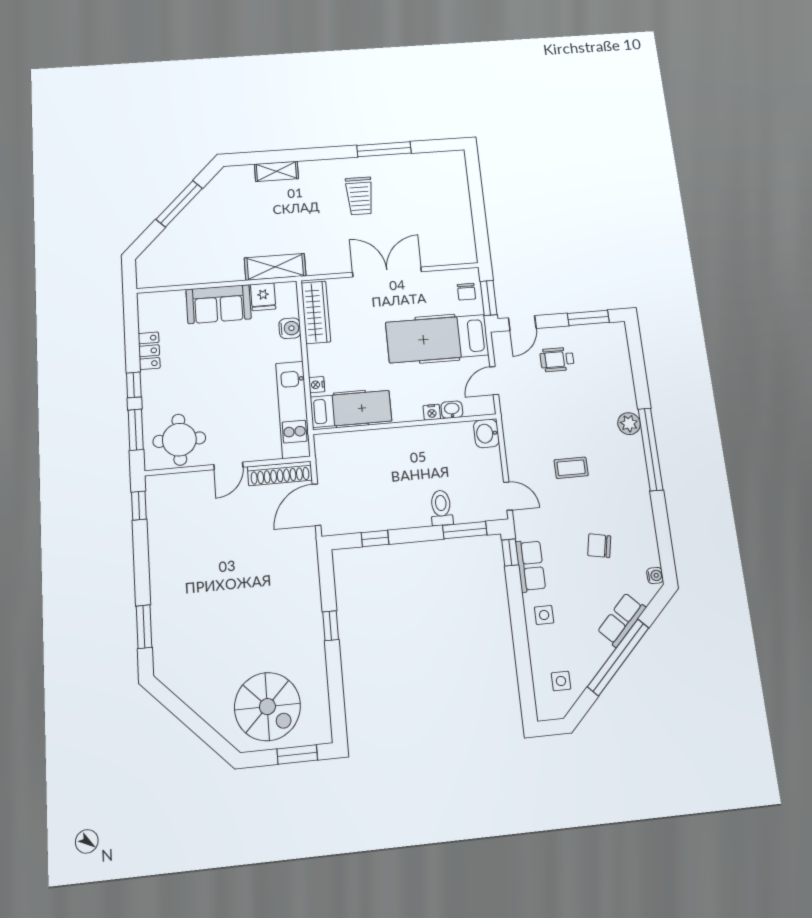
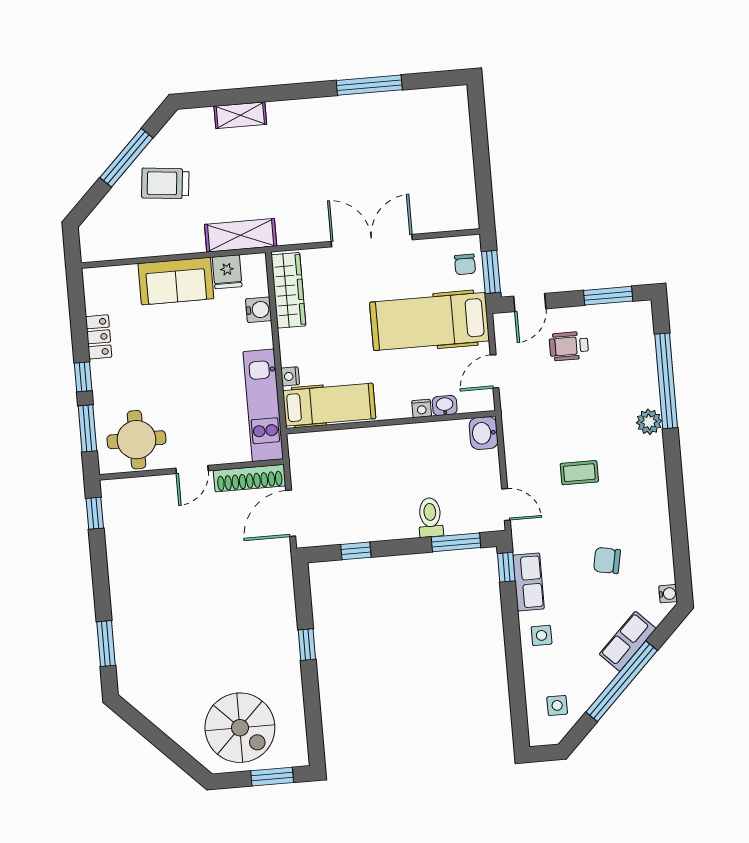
trolley: (360, 196) -> (165, 183), moved, turned 96
window: (650, 449) -> (666, 381), moved

